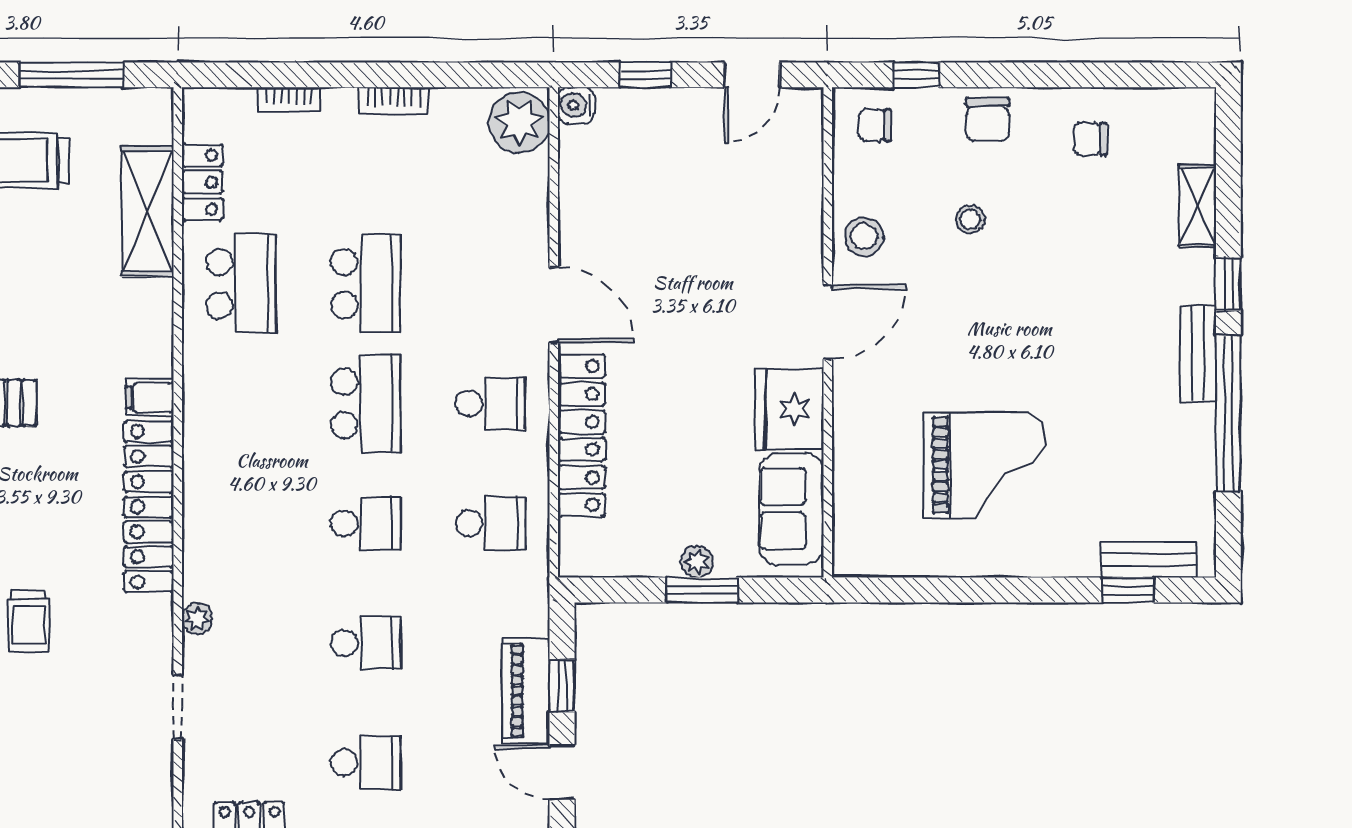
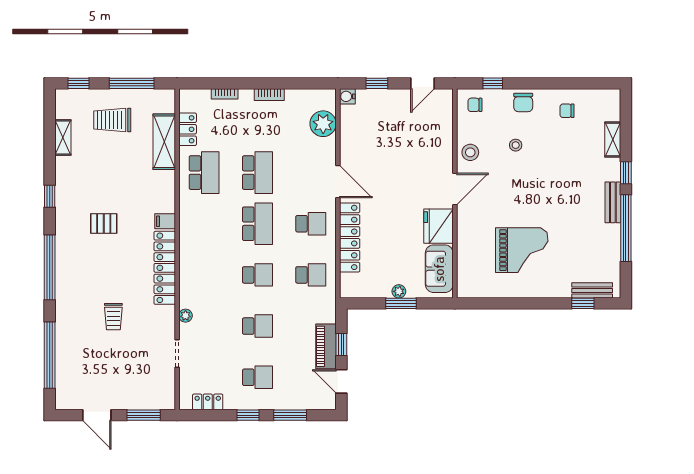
plant: (519, 123) -> (323, 124), moved

